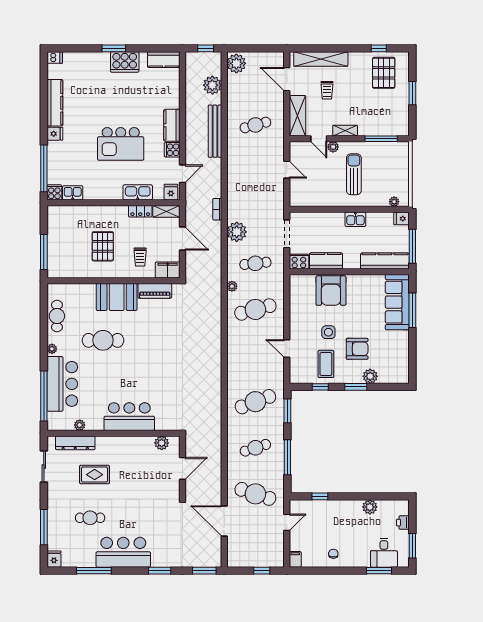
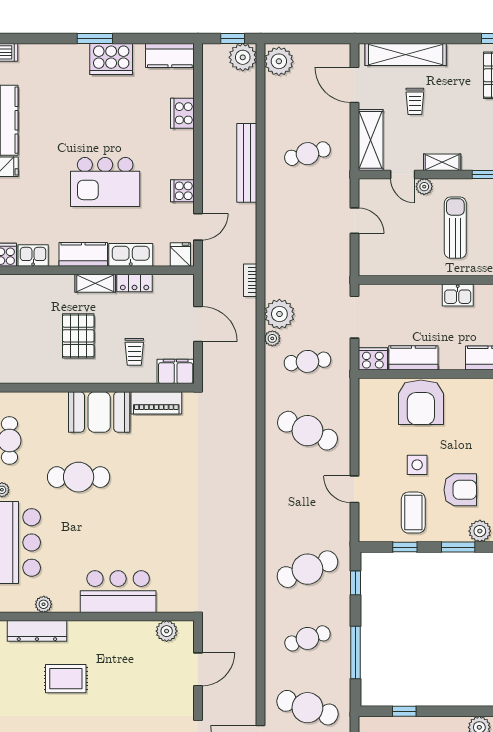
plant: (212, 85) -> (243, 57), moved
cooker: (172, 98) -> (182, 113), added
kitchen counter: (172, 125) -> (83, 254), moved, turned 90
shelving: (166, 211) -> (95, 283), moved
plant: (232, 286) -> (272, 338), moved
cafe table: (255, 309) -> (307, 431), turned 39
window: (287, 411) -> (355, 583), width x0.67

